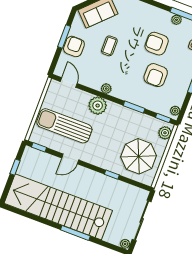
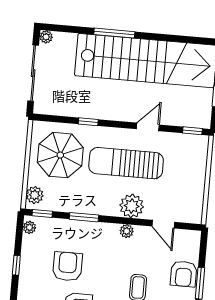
door: (69, 82) -> (163, 224), moved
sun lounger: (64, 126) -> (126, 163), moved, turned 180

